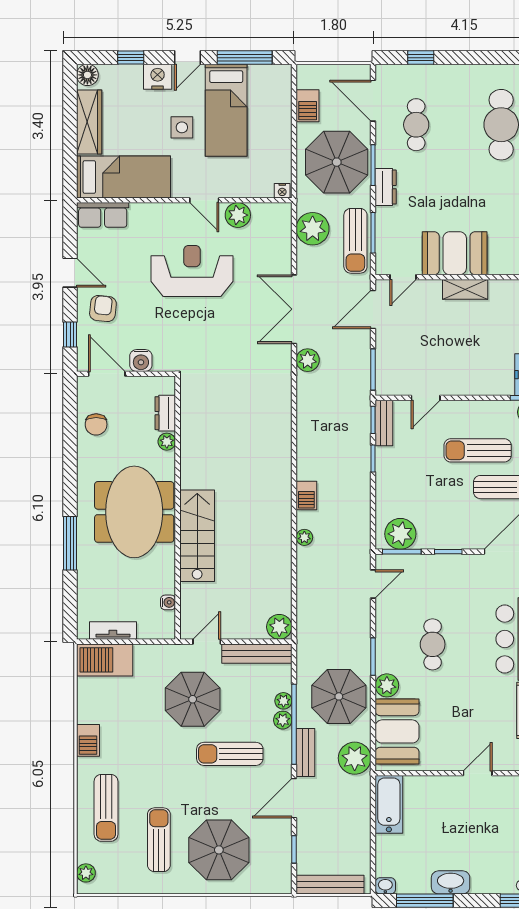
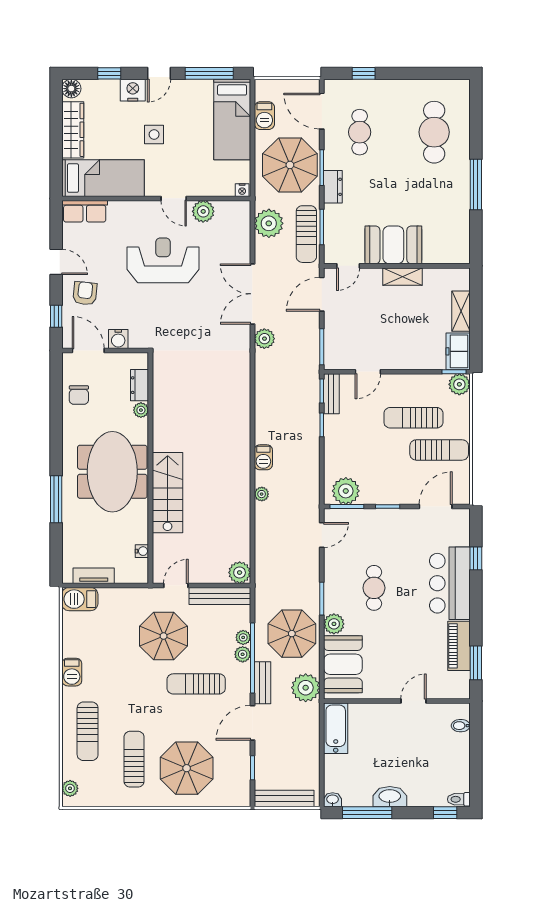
bed: (226, 110) -> (232, 119), moved
barbecue: (105, 660) -> (80, 599), width x0.73, depth x0.83

